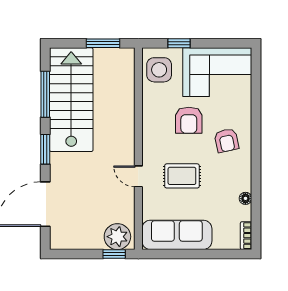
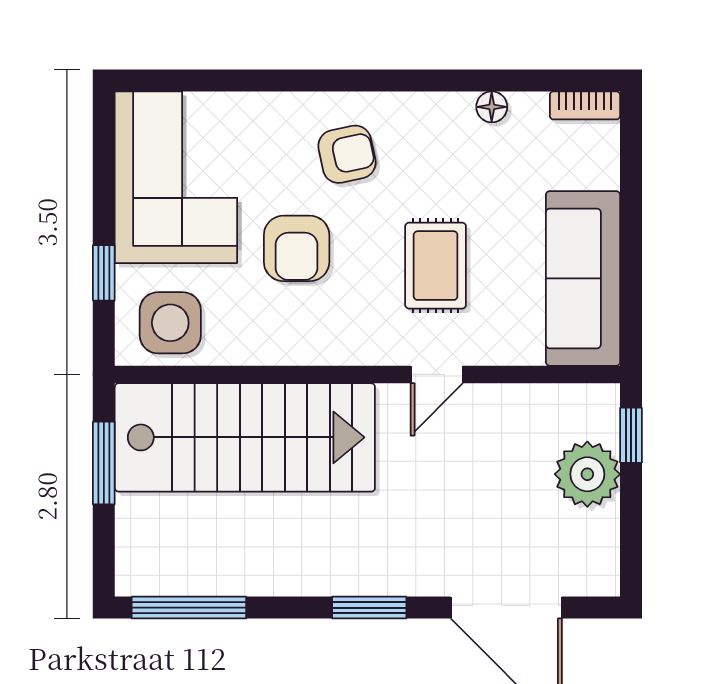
window: (45, 94) -> (189, 608), moved
stairs: (71, 100) -> (245, 437), moved, turned 180
armchair: (189, 120) -> (297, 248), turned 90
plant: (117, 237) -> (587, 474), moved

